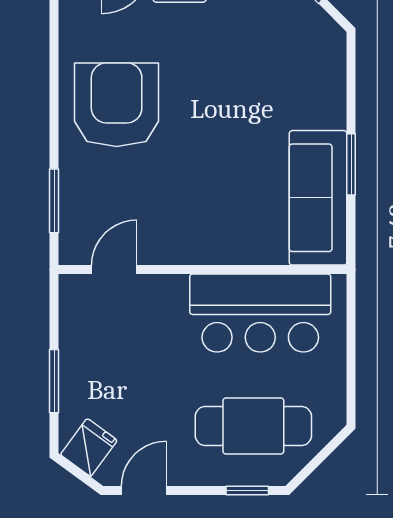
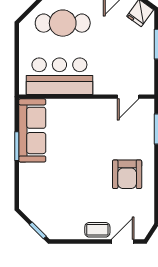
armchair: (117, 105) -> (127, 174), width x0.73, depth x0.73

